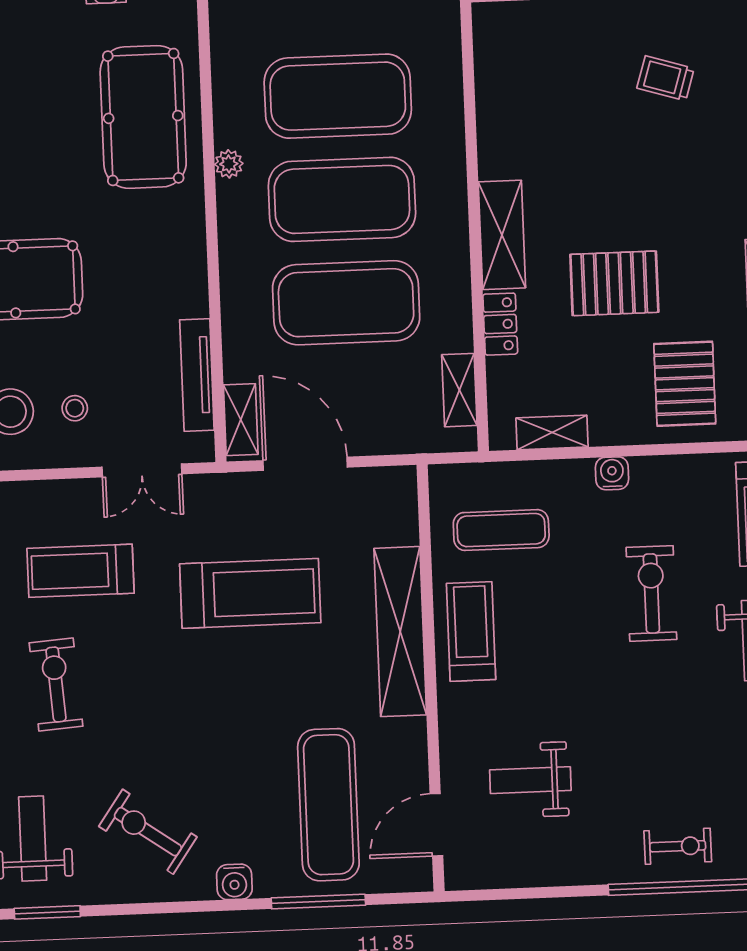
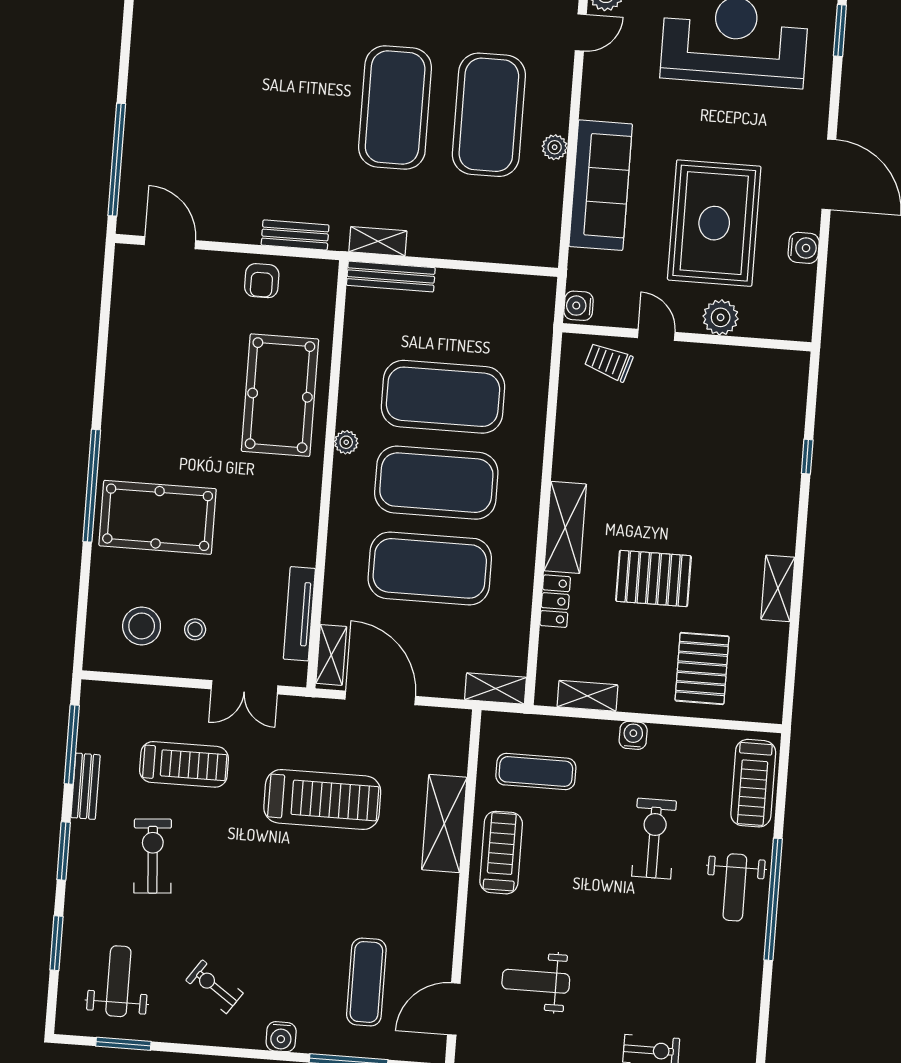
trolley: (666, 78) -> (609, 362), moved
shelving: (459, 390) -> (496, 688), moved, turned 90
treadmill: (81, 571) -> (184, 764), turned 180
shelving: (400, 632) -> (444, 823), width x0.68
exercise mat: (328, 805) -> (366, 982), width x0.73, depth x0.69
exercise bike: (148, 832) -> (214, 987), width x0.73, depth x0.72

